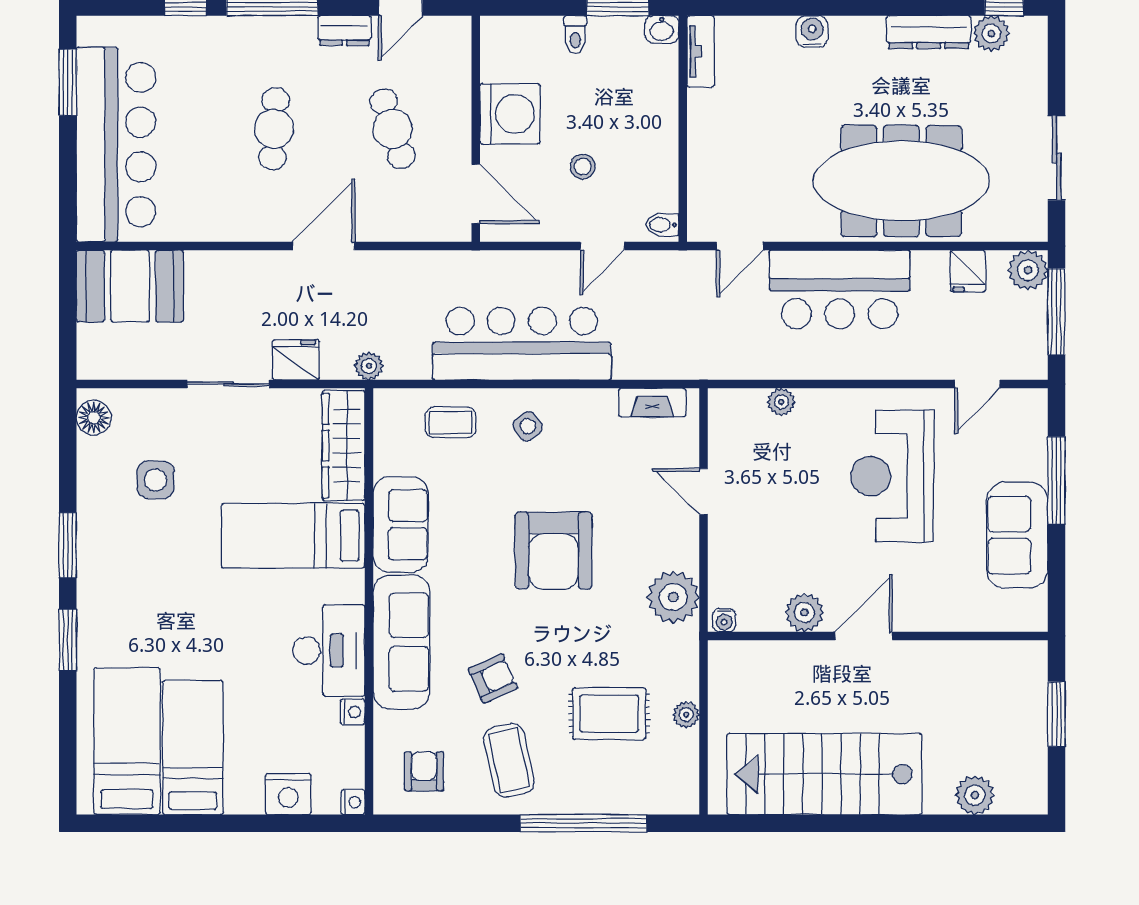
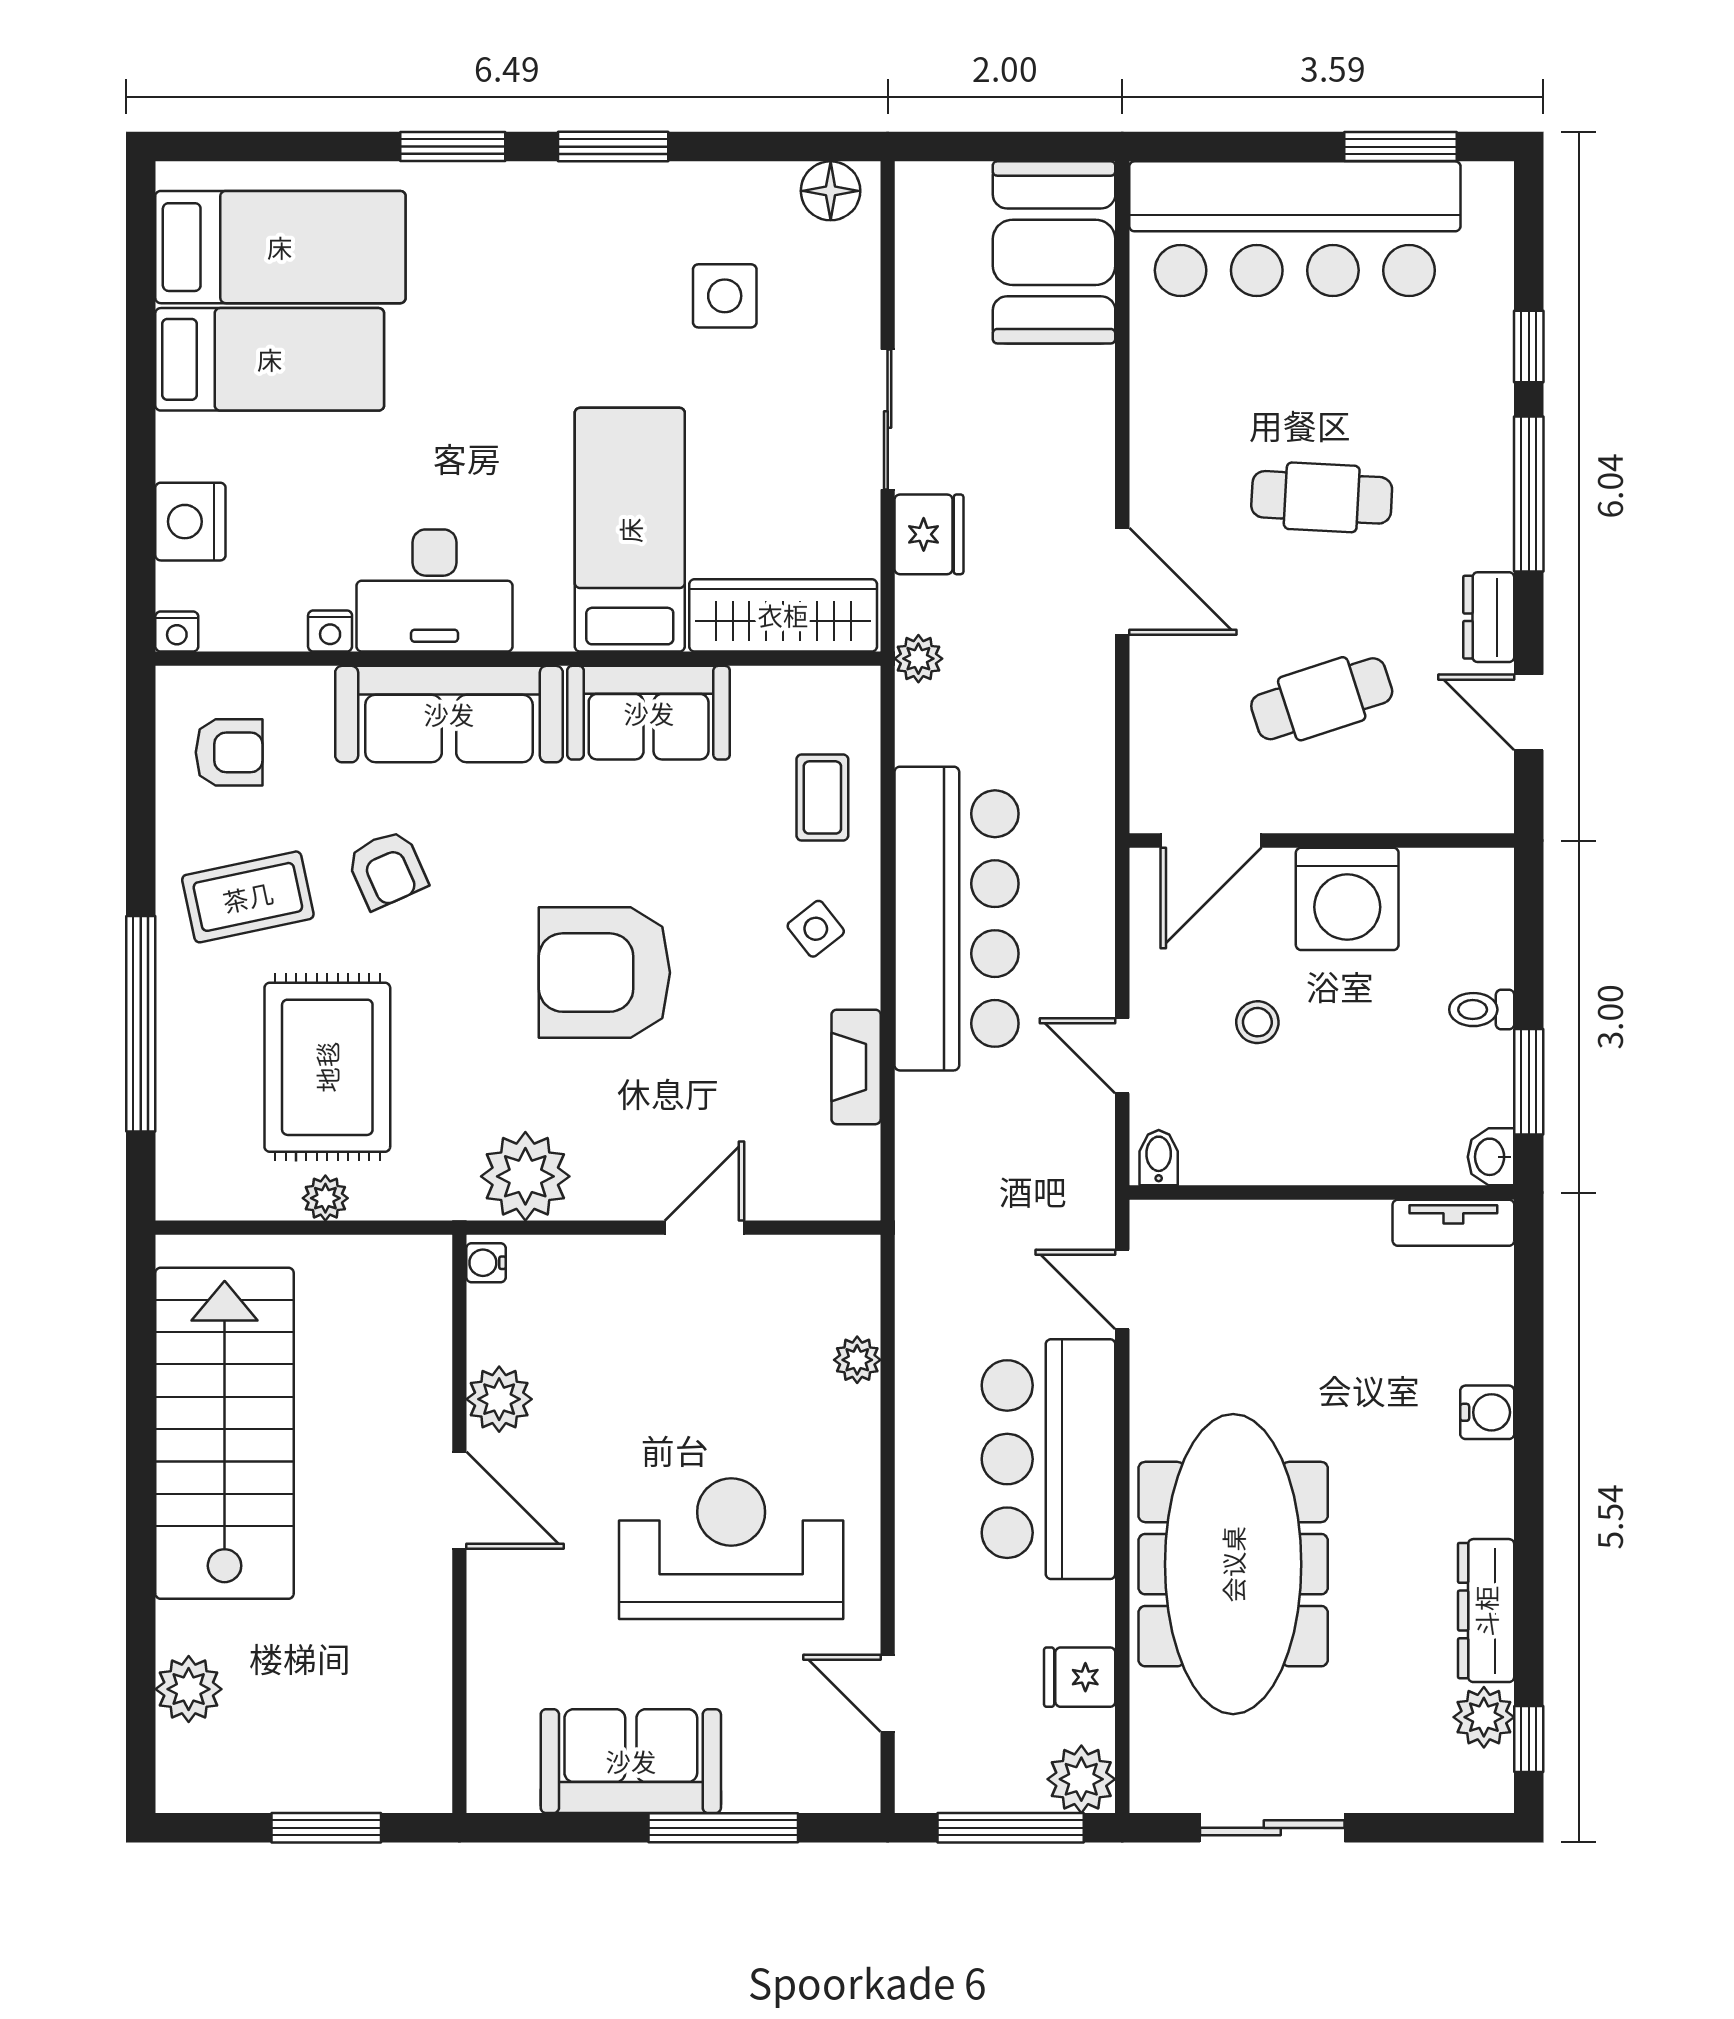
fireplace: (652, 403) -> (856, 1067), moved
rug: (609, 714) -> (327, 1067), width x1.36, depth x1.43

